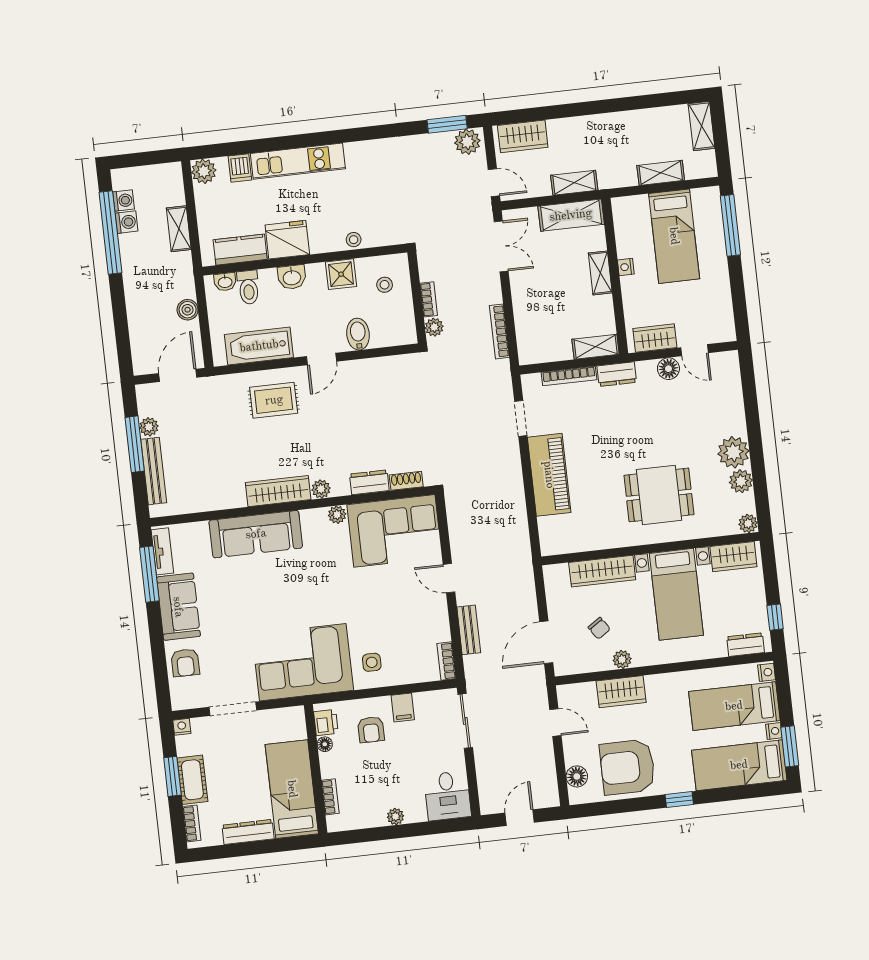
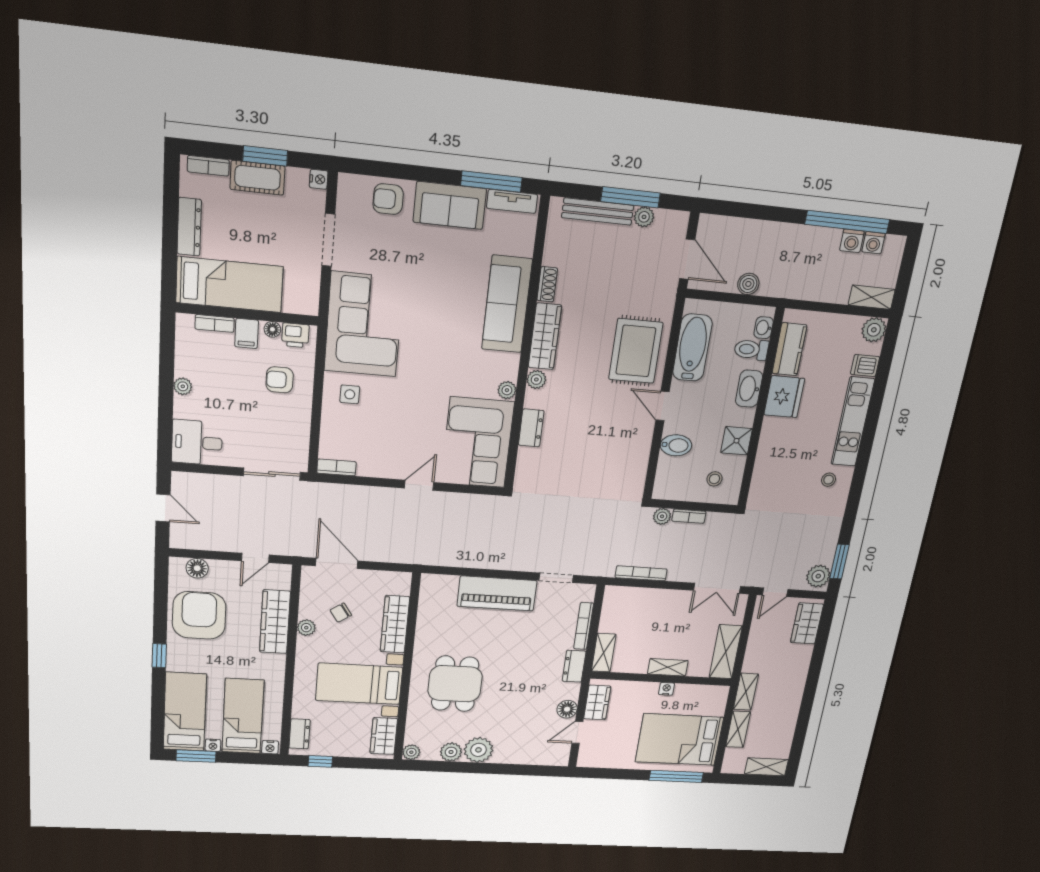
shelving: (574, 183) -> (746, 692), moved
shelving: (179, 229) -> (872, 297), moved
bed: (674, 236) -> (679, 740), width x1.50
stool: (354, 240) -> (829, 480), moved
washbasin: (292, 277) -> (749, 389), width x1.38
rug: (274, 400) -> (636, 351), width x1.36, depth x1.43
shoe rack: (406, 481) -> (547, 284), moved
bench: (469, 630) -> (364, 494), removed
wardrobe: (621, 692) -> (275, 622), width x1.50
filing cabinet: (403, 707) -> (247, 333), moved, turned -90

